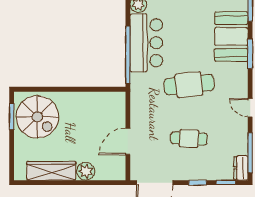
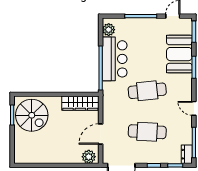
cafe table: (189, 138) -> (147, 132), width x1.37, depth x1.35
wardrobe: (51, 171) -> (80, 103), moved, turned 180
plant: (86, 171) -> (89, 157), moved

